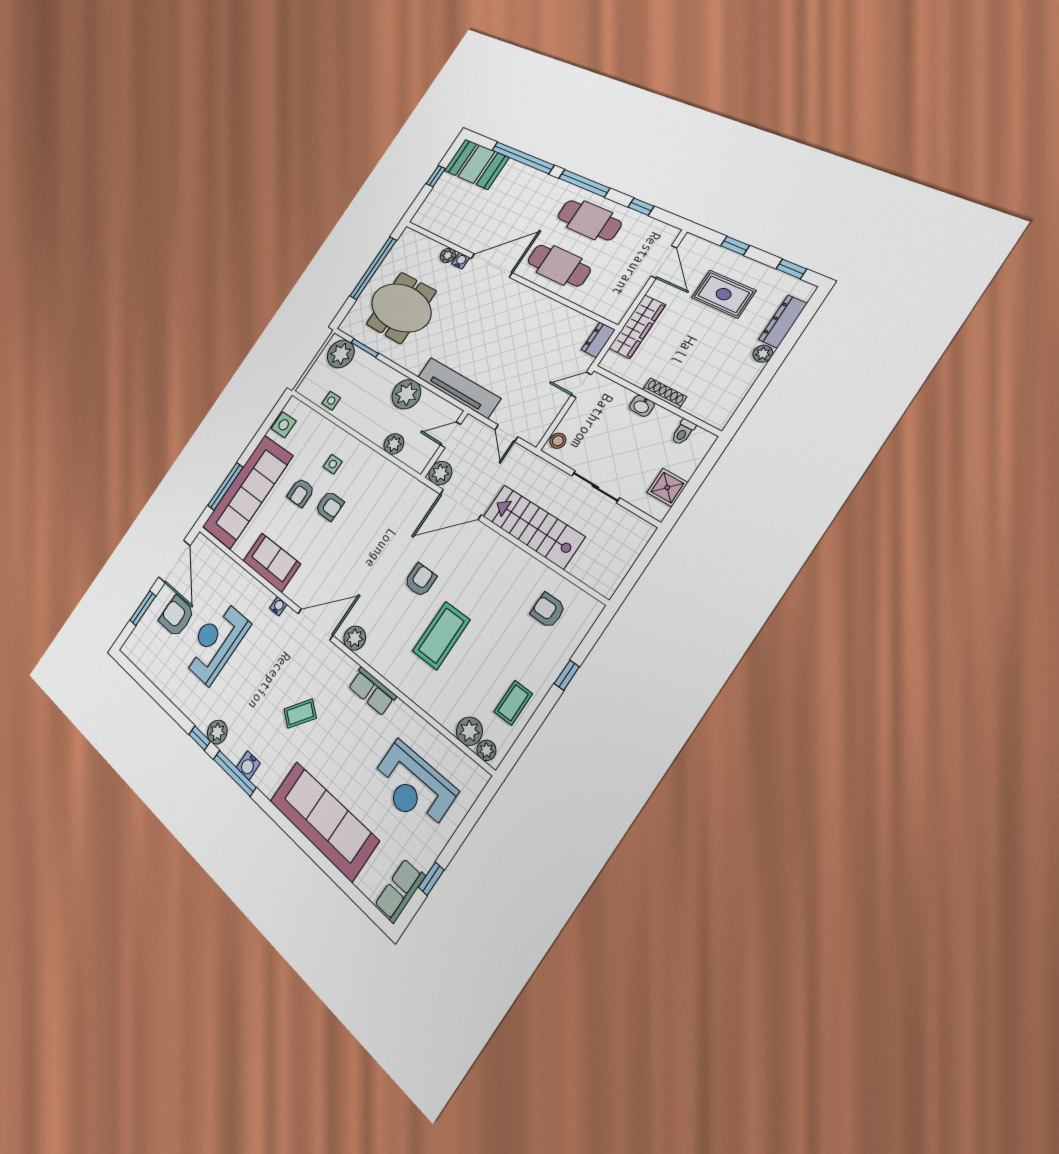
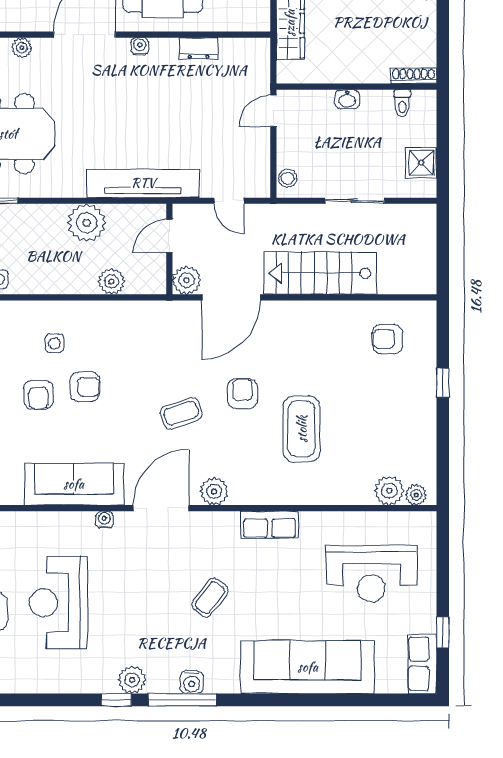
water cooler: (461, 261) -> (140, 46), moved
dresser: (598, 340) -> (198, 48), moved, turned -90
shoe rack: (665, 393) -> (413, 76), moved
sofa: (272, 562) -> (74, 484), width x1.36
coffee table: (513, 703) -> (181, 413), moved, turned 71

